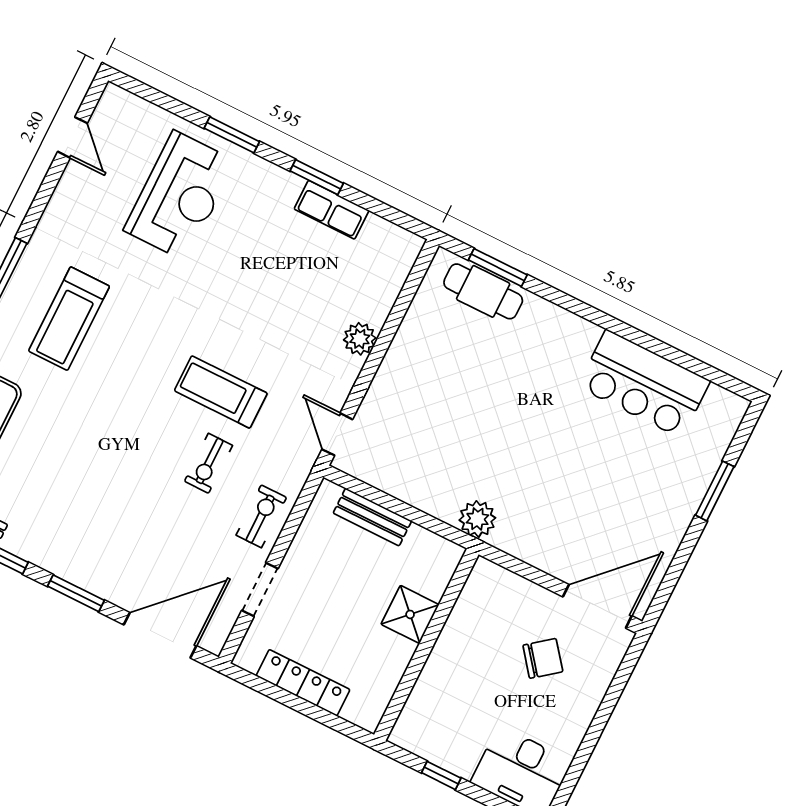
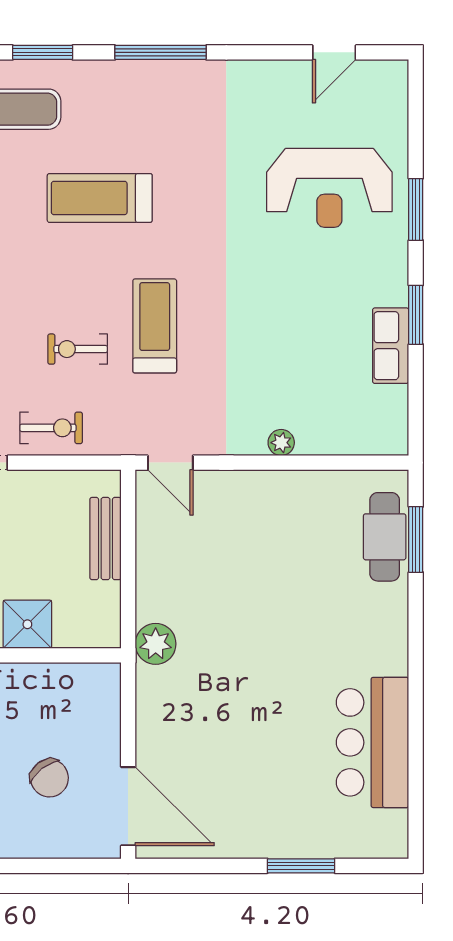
treadmill: (69, 319) -> (100, 198), moved
plant: (360, 339) -> (281, 443), width x0.73, depth x0.73
door: (337, 434) -> (170, 463), swing flipped

